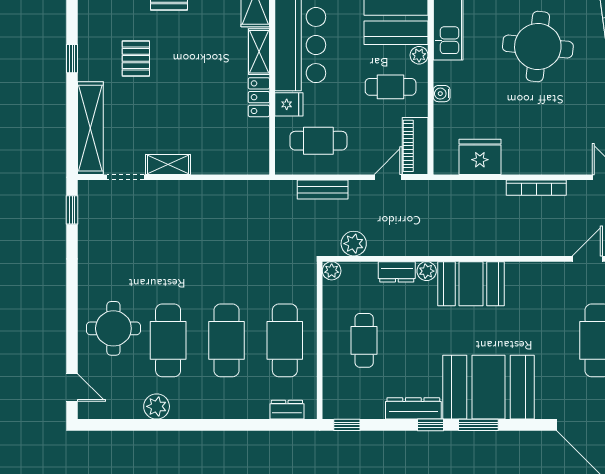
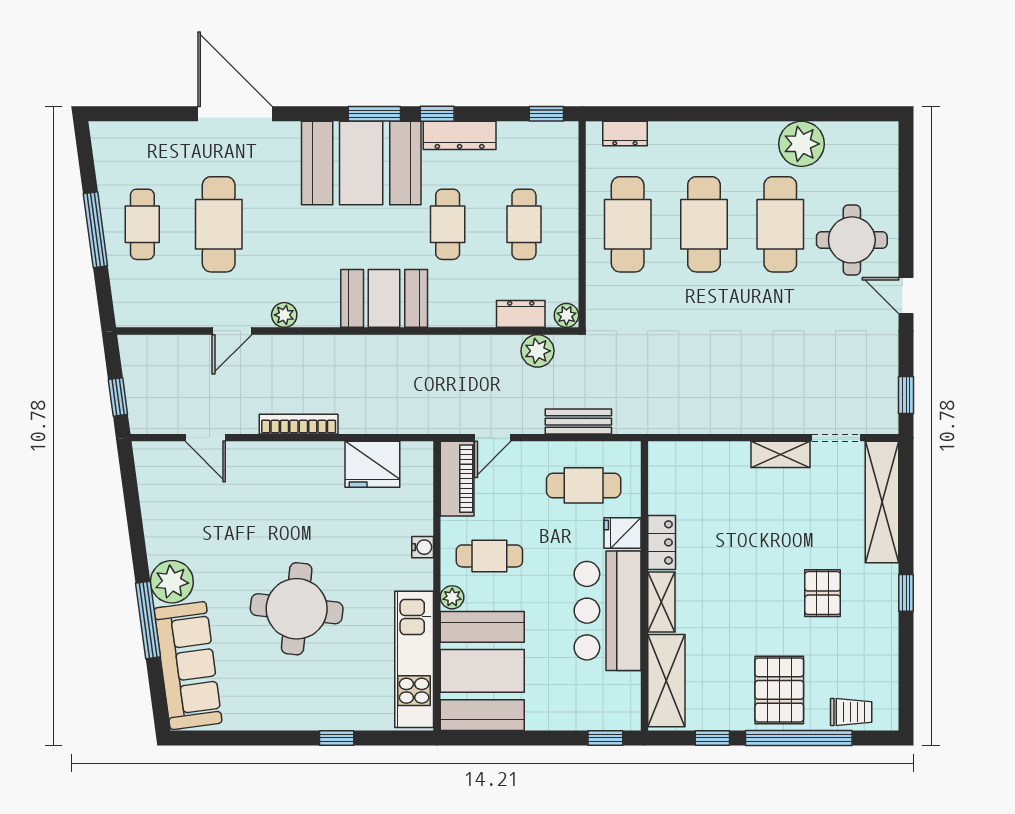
plant: (427, 271) -> (284, 315), moved
dresser: (397, 272) -> (521, 314), moved
cafe table: (422, 340) -> (448, 224), added
door: (72, 388) -> (906, 296), moved
plant: (157, 406) -> (801, 144), width x1.36, depth x1.36

